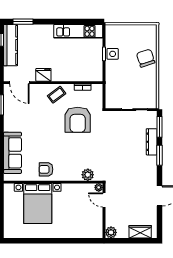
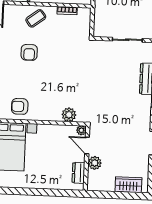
armchair: (78, 120) -> (29, 52), moved, width x0.53, depth x0.53
dresser: (98, 223) -> (78, 173), added
plant: (111, 232) -> (95, 163), moved

